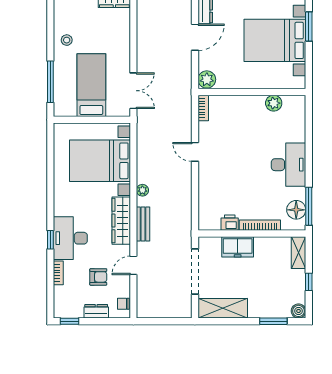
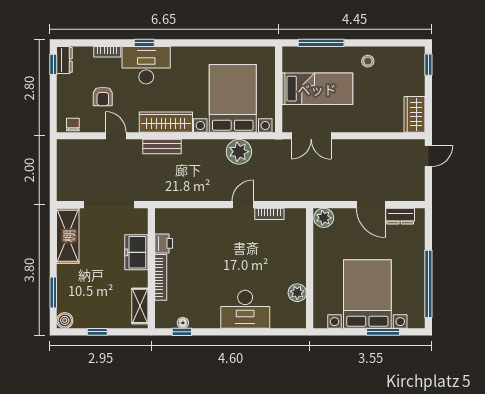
bookcase: (203, 108) -> (269, 214), moved
desk: (289, 165) -> (245, 309), moved
plant: (142, 190) -> (239, 152), moved, width x1.88, depth x1.88
window: (309, 206) -> (182, 332), width x0.46
floor lamp: (296, 210) -> (183, 323), width x0.53, depth x0.53
shelving: (298, 253) -> (140, 306), moved, turned 90
dresser: (96, 311) -> (64, 60), moved

